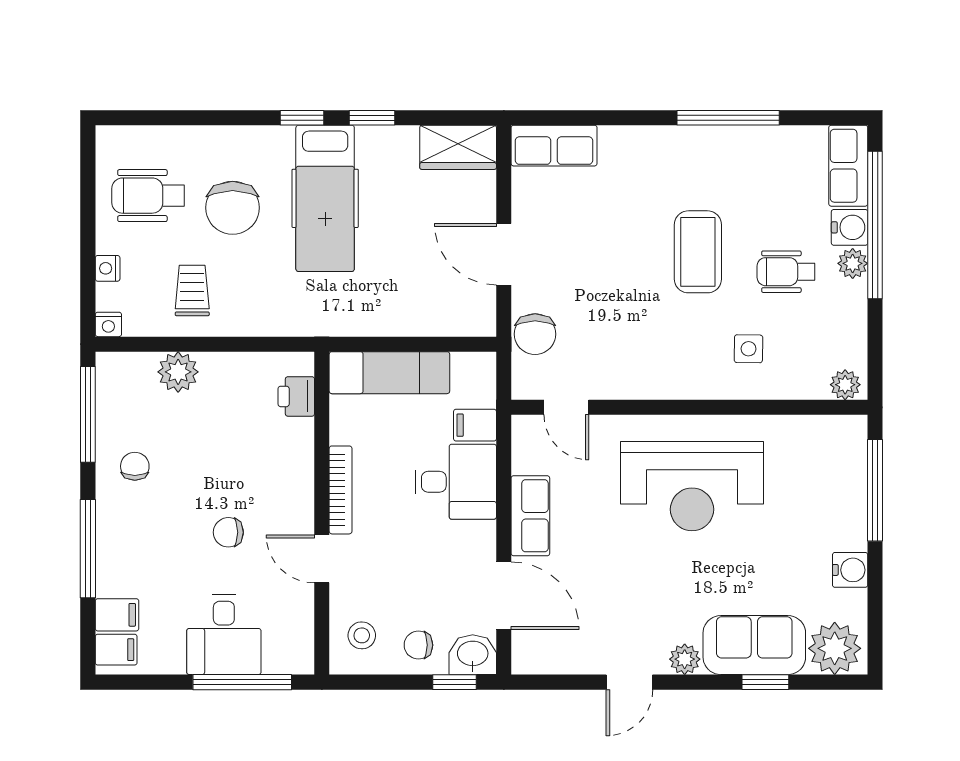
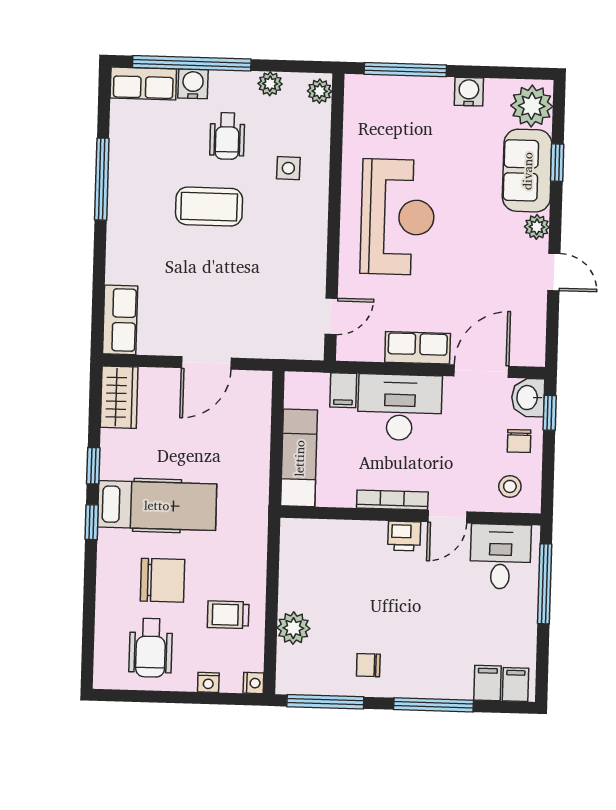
plant: (853, 263) -> (270, 84), moved
chair: (535, 334) -> (271, 340), removed
printer: (296, 396) -> (404, 536), moved
desk: (456, 482) -> (400, 407), width x1.37
chair: (228, 532) -> (424, 591), removed
desk: (224, 635) -> (500, 557), moved, turned -90

